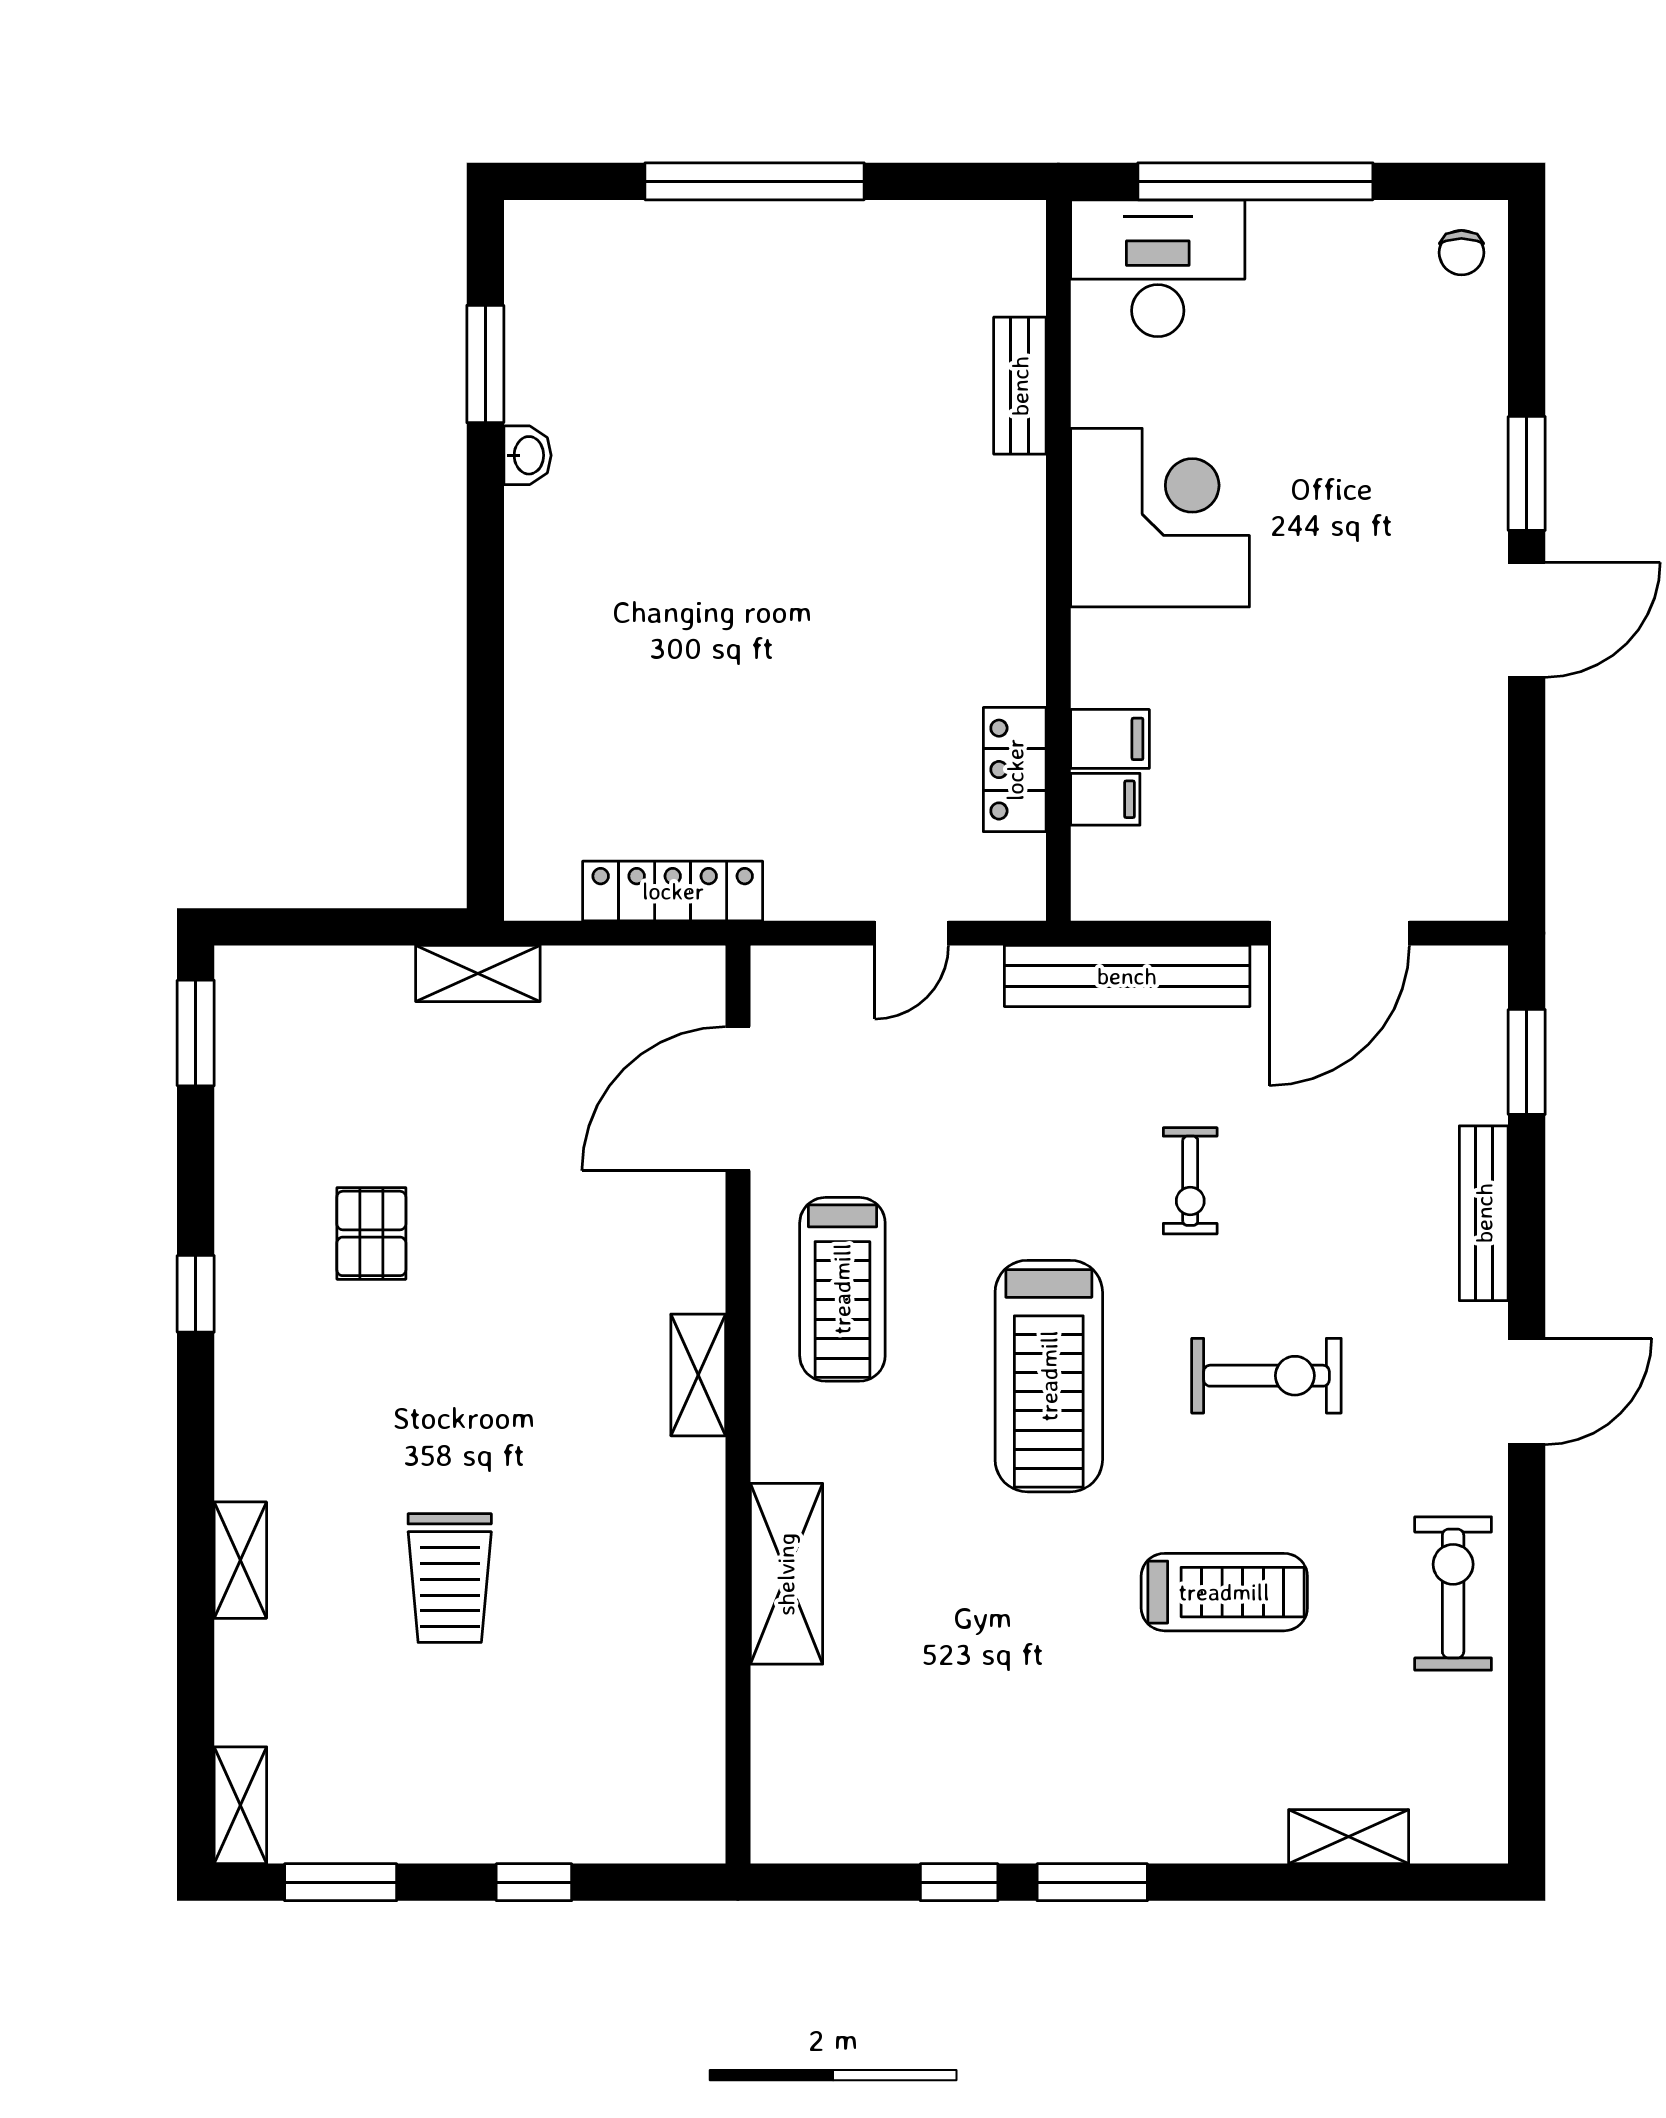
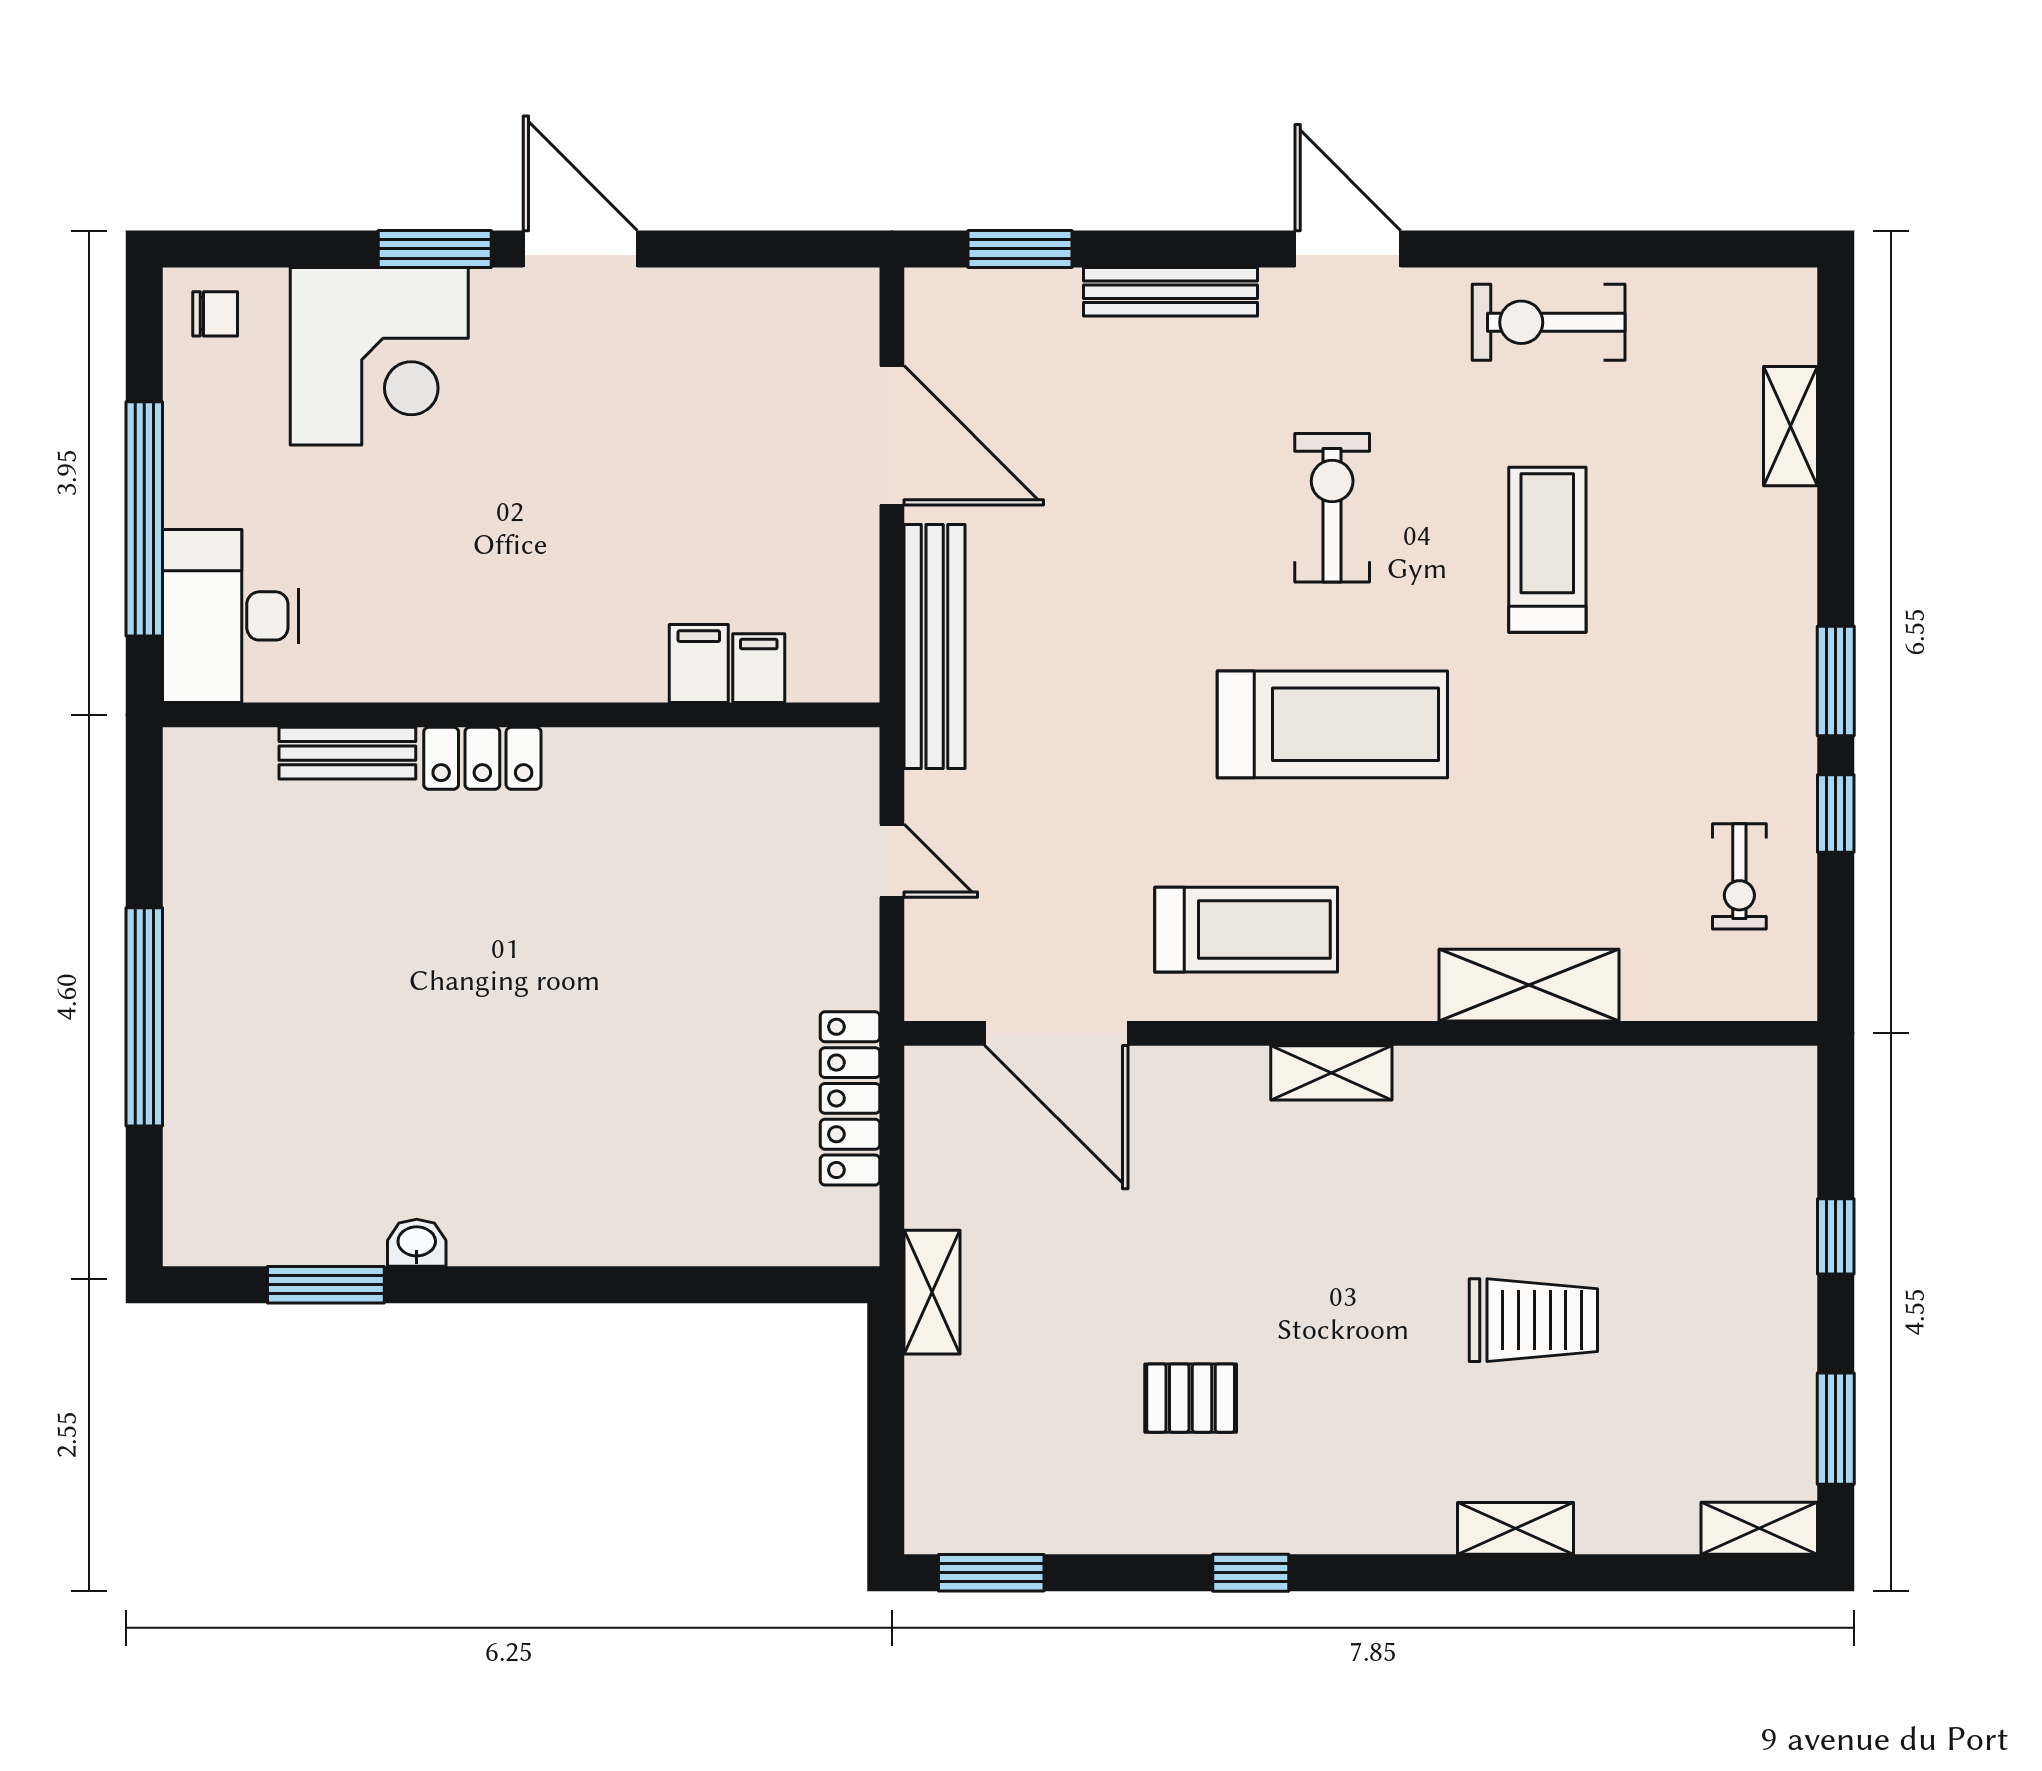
corner desk: (1160, 518) -> (379, 356), moved, turned 180
locker: (1015, 770) -> (482, 758), moved
exercise bike: (1190, 1181) -> (1739, 876), moved, turned 90

